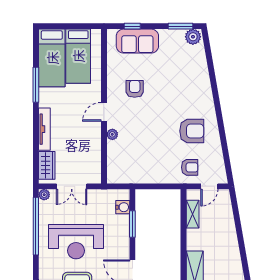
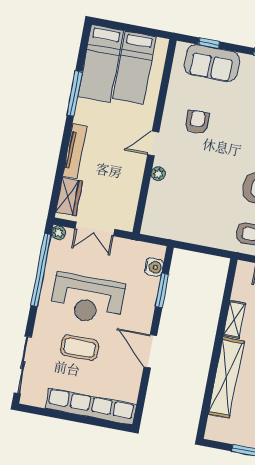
shelving: (193, 214) -> (234, 319), moved

